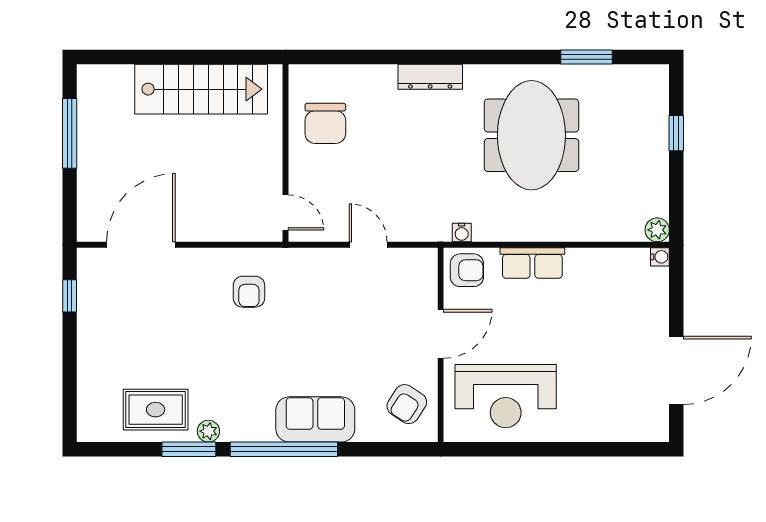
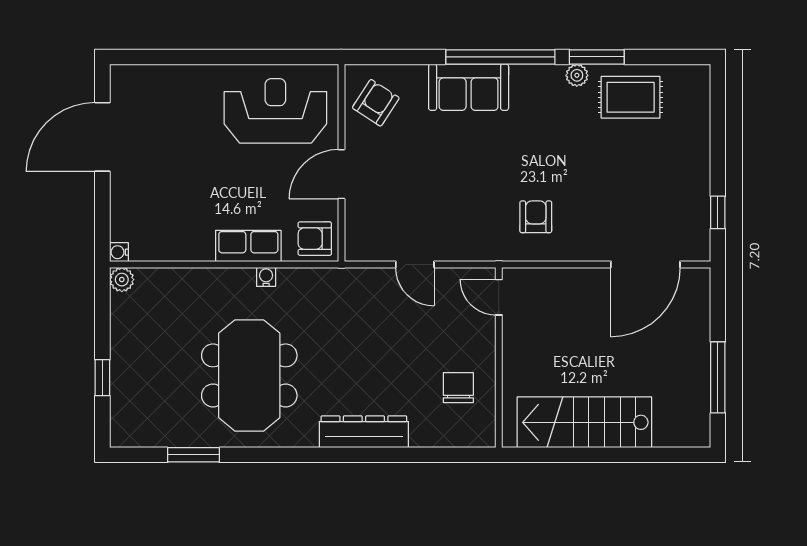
dresser: (430, 77) -> (364, 432), width x1.37, depth x1.24
chair: (325, 123) -> (458, 388), width x0.73, depth x0.73
water cooler: (462, 232) -> (266, 277), moved

